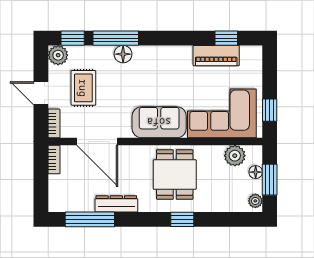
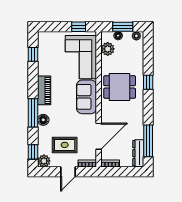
window: (116, 38) -> (33, 113), moved
piano: (216, 56) -> (44, 90), moved
dresser: (116, 204) -> (138, 153), moved

